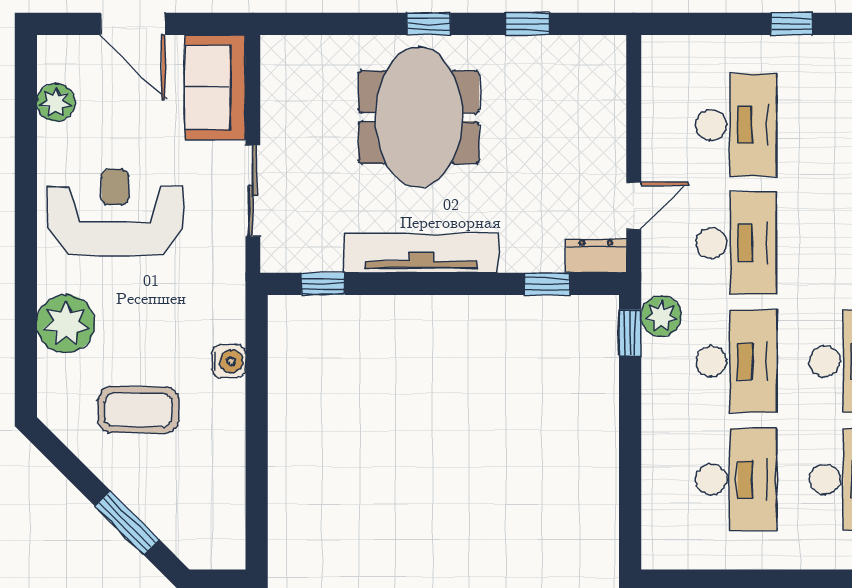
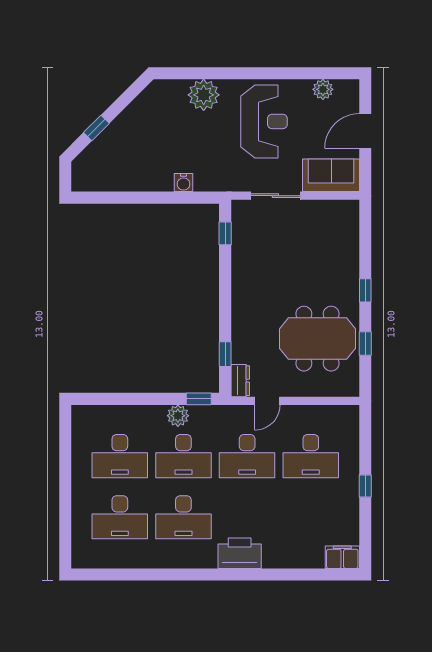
meeting table: (419, 117) -> (318, 339), moved
door: (634, 206) -> (267, 401), hinge flipped
tv unit: (421, 253) -> (242, 286), removed
plant: (661, 316) -> (178, 416), moved
coffee table: (138, 410) -> (157, 134), removed
window: (127, 523) -> (96, 128), width x0.67

